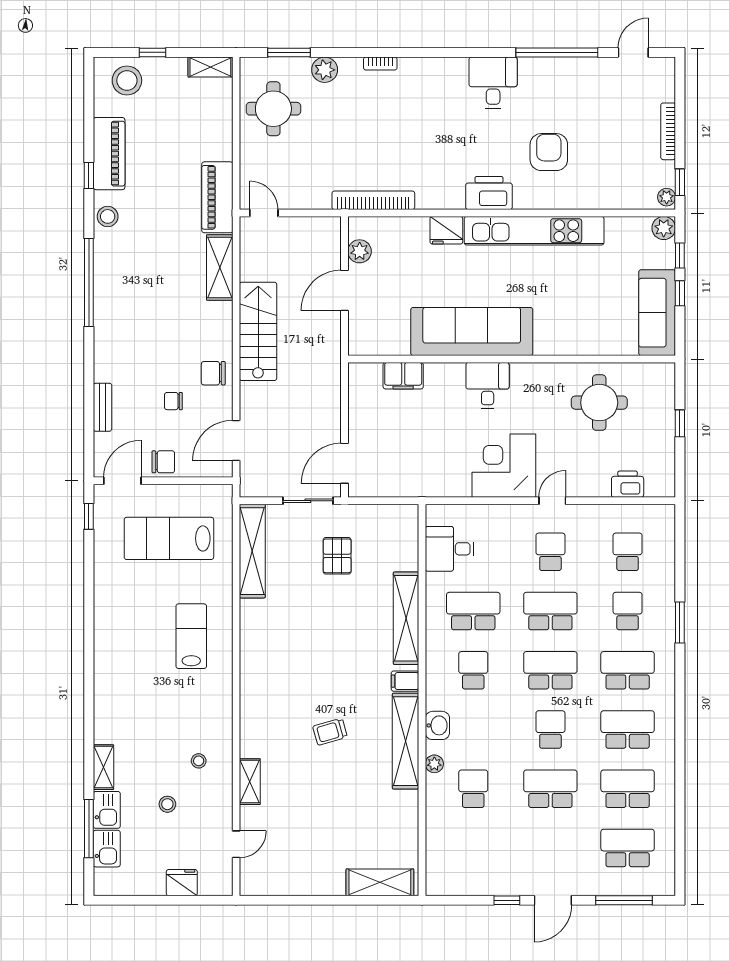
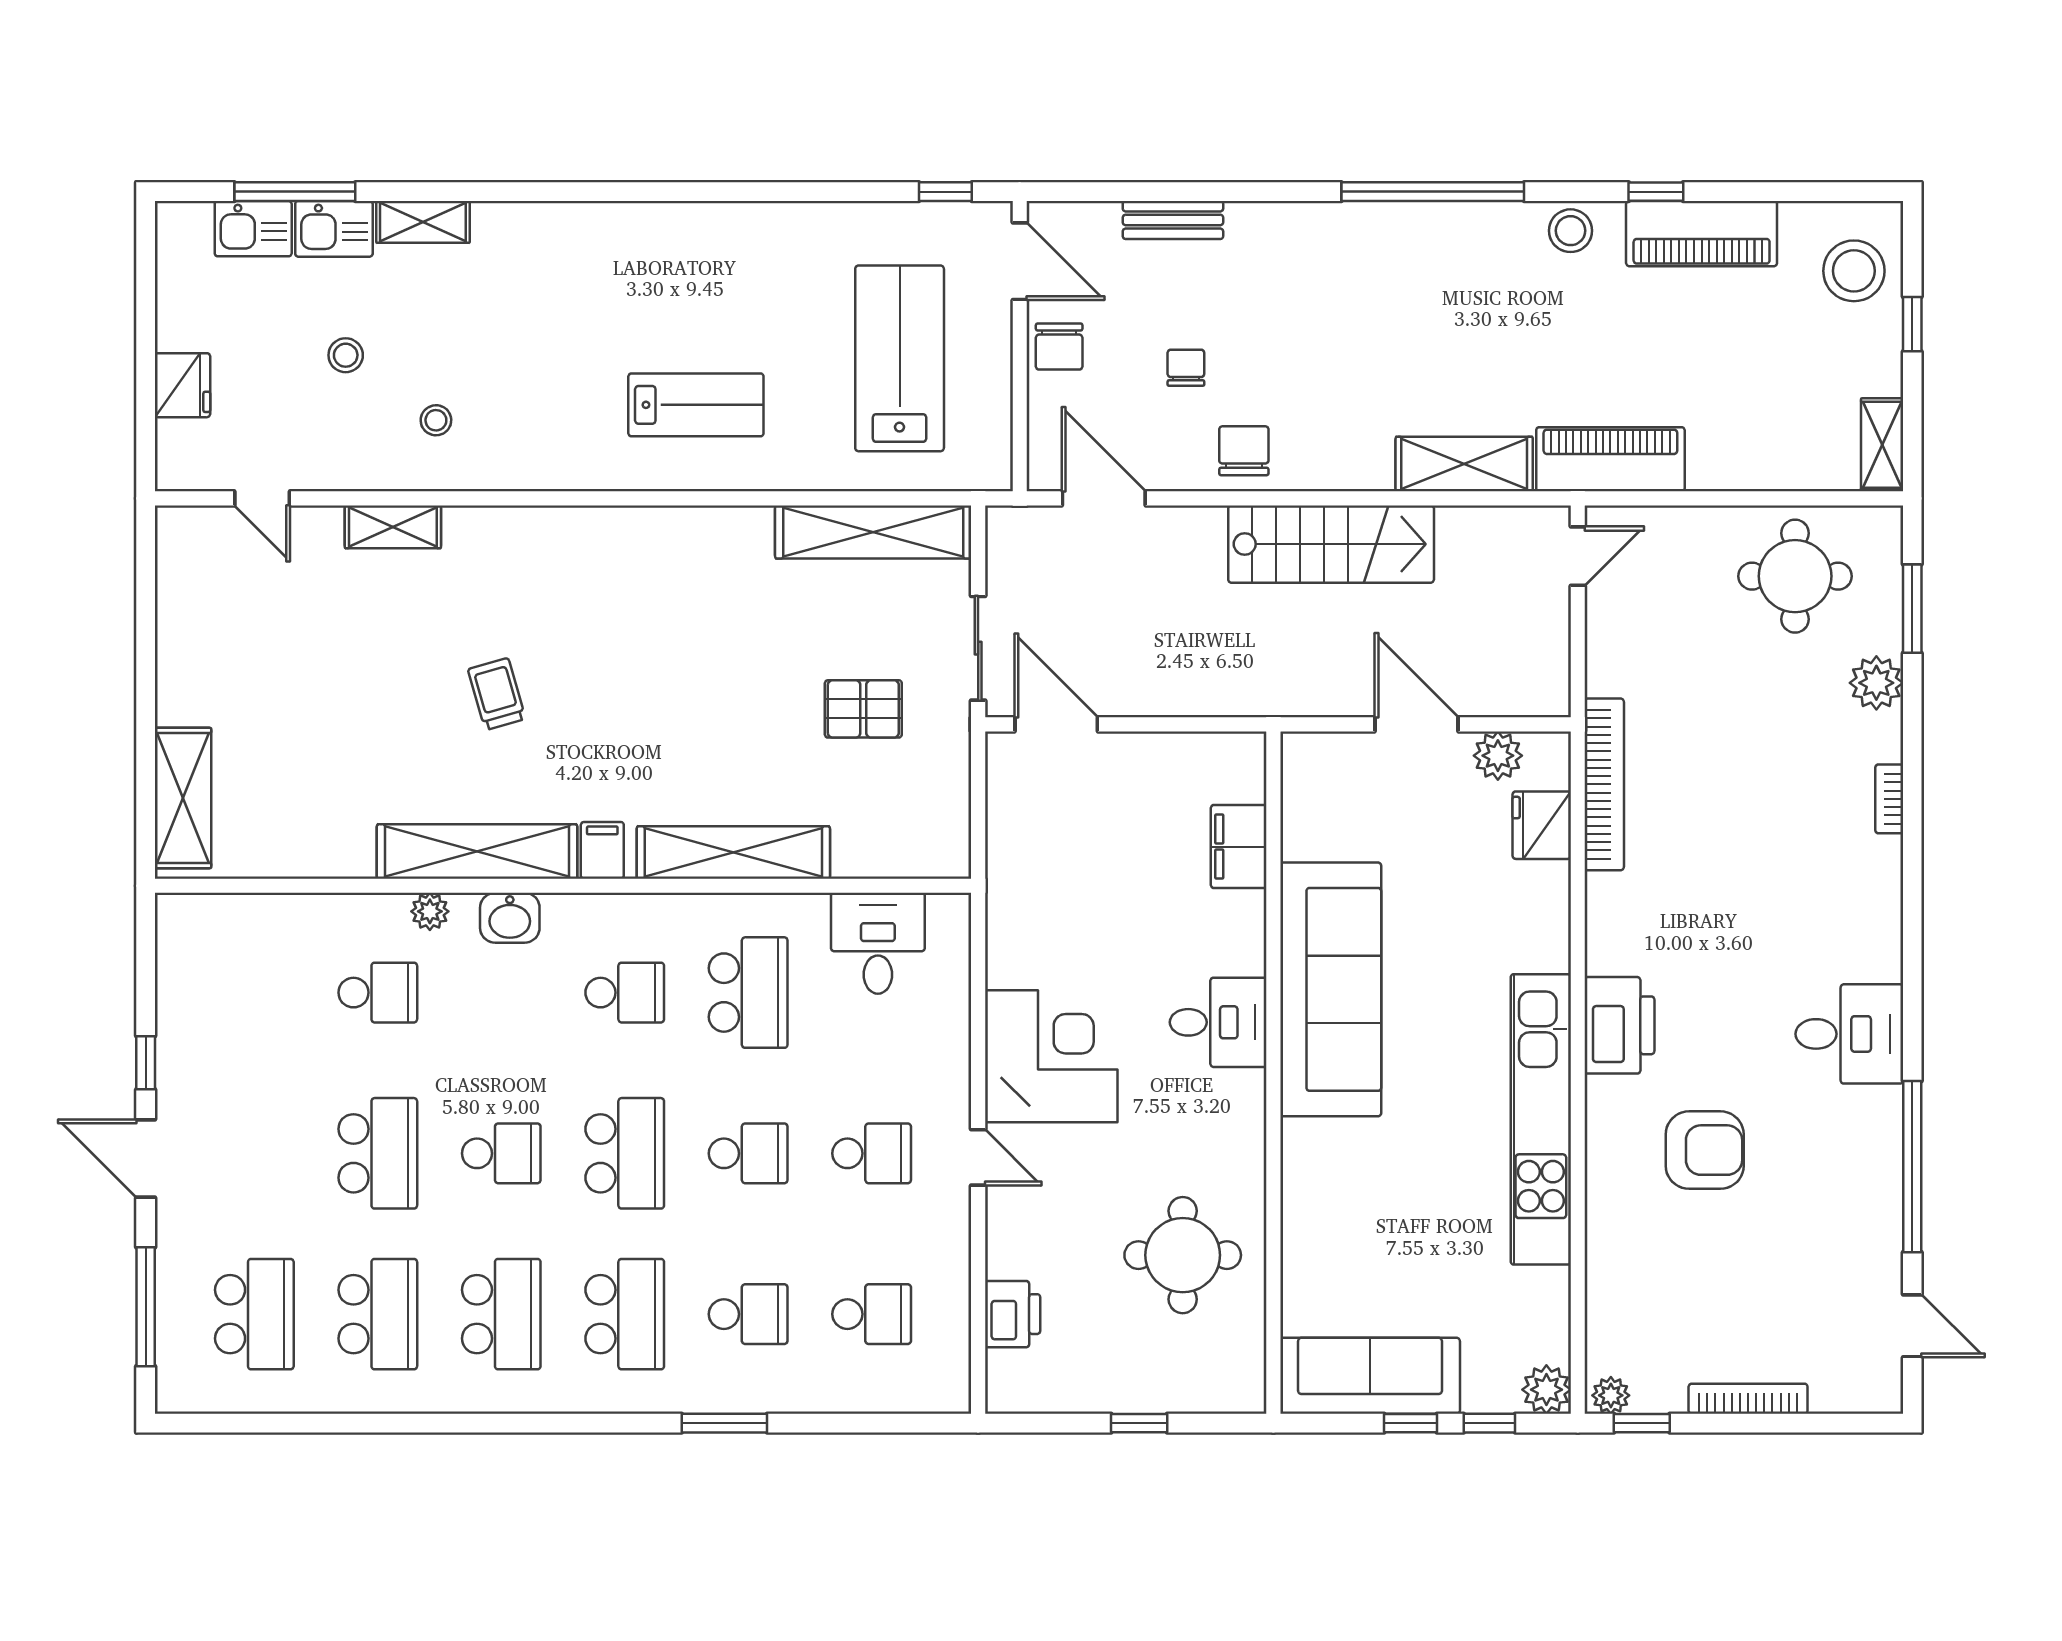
fridge: (446, 230) -> (1542, 825), moved
school desk: (550, 611) -> (748, 1153), width x0.54

